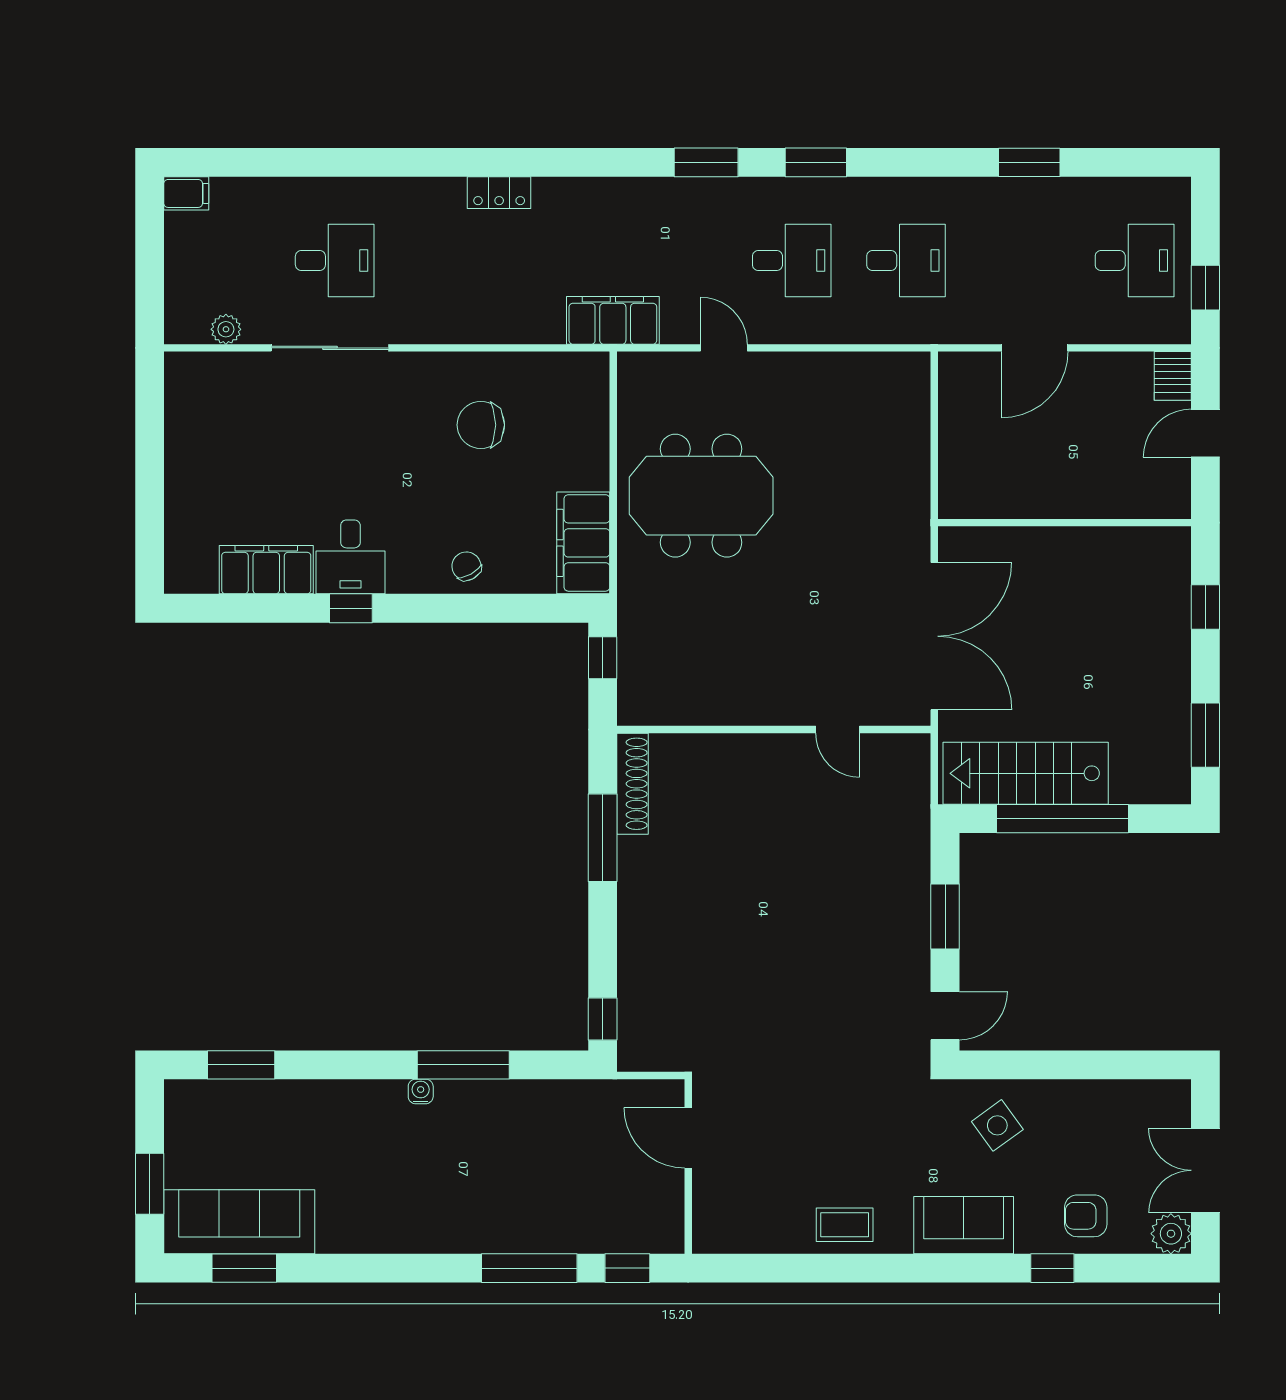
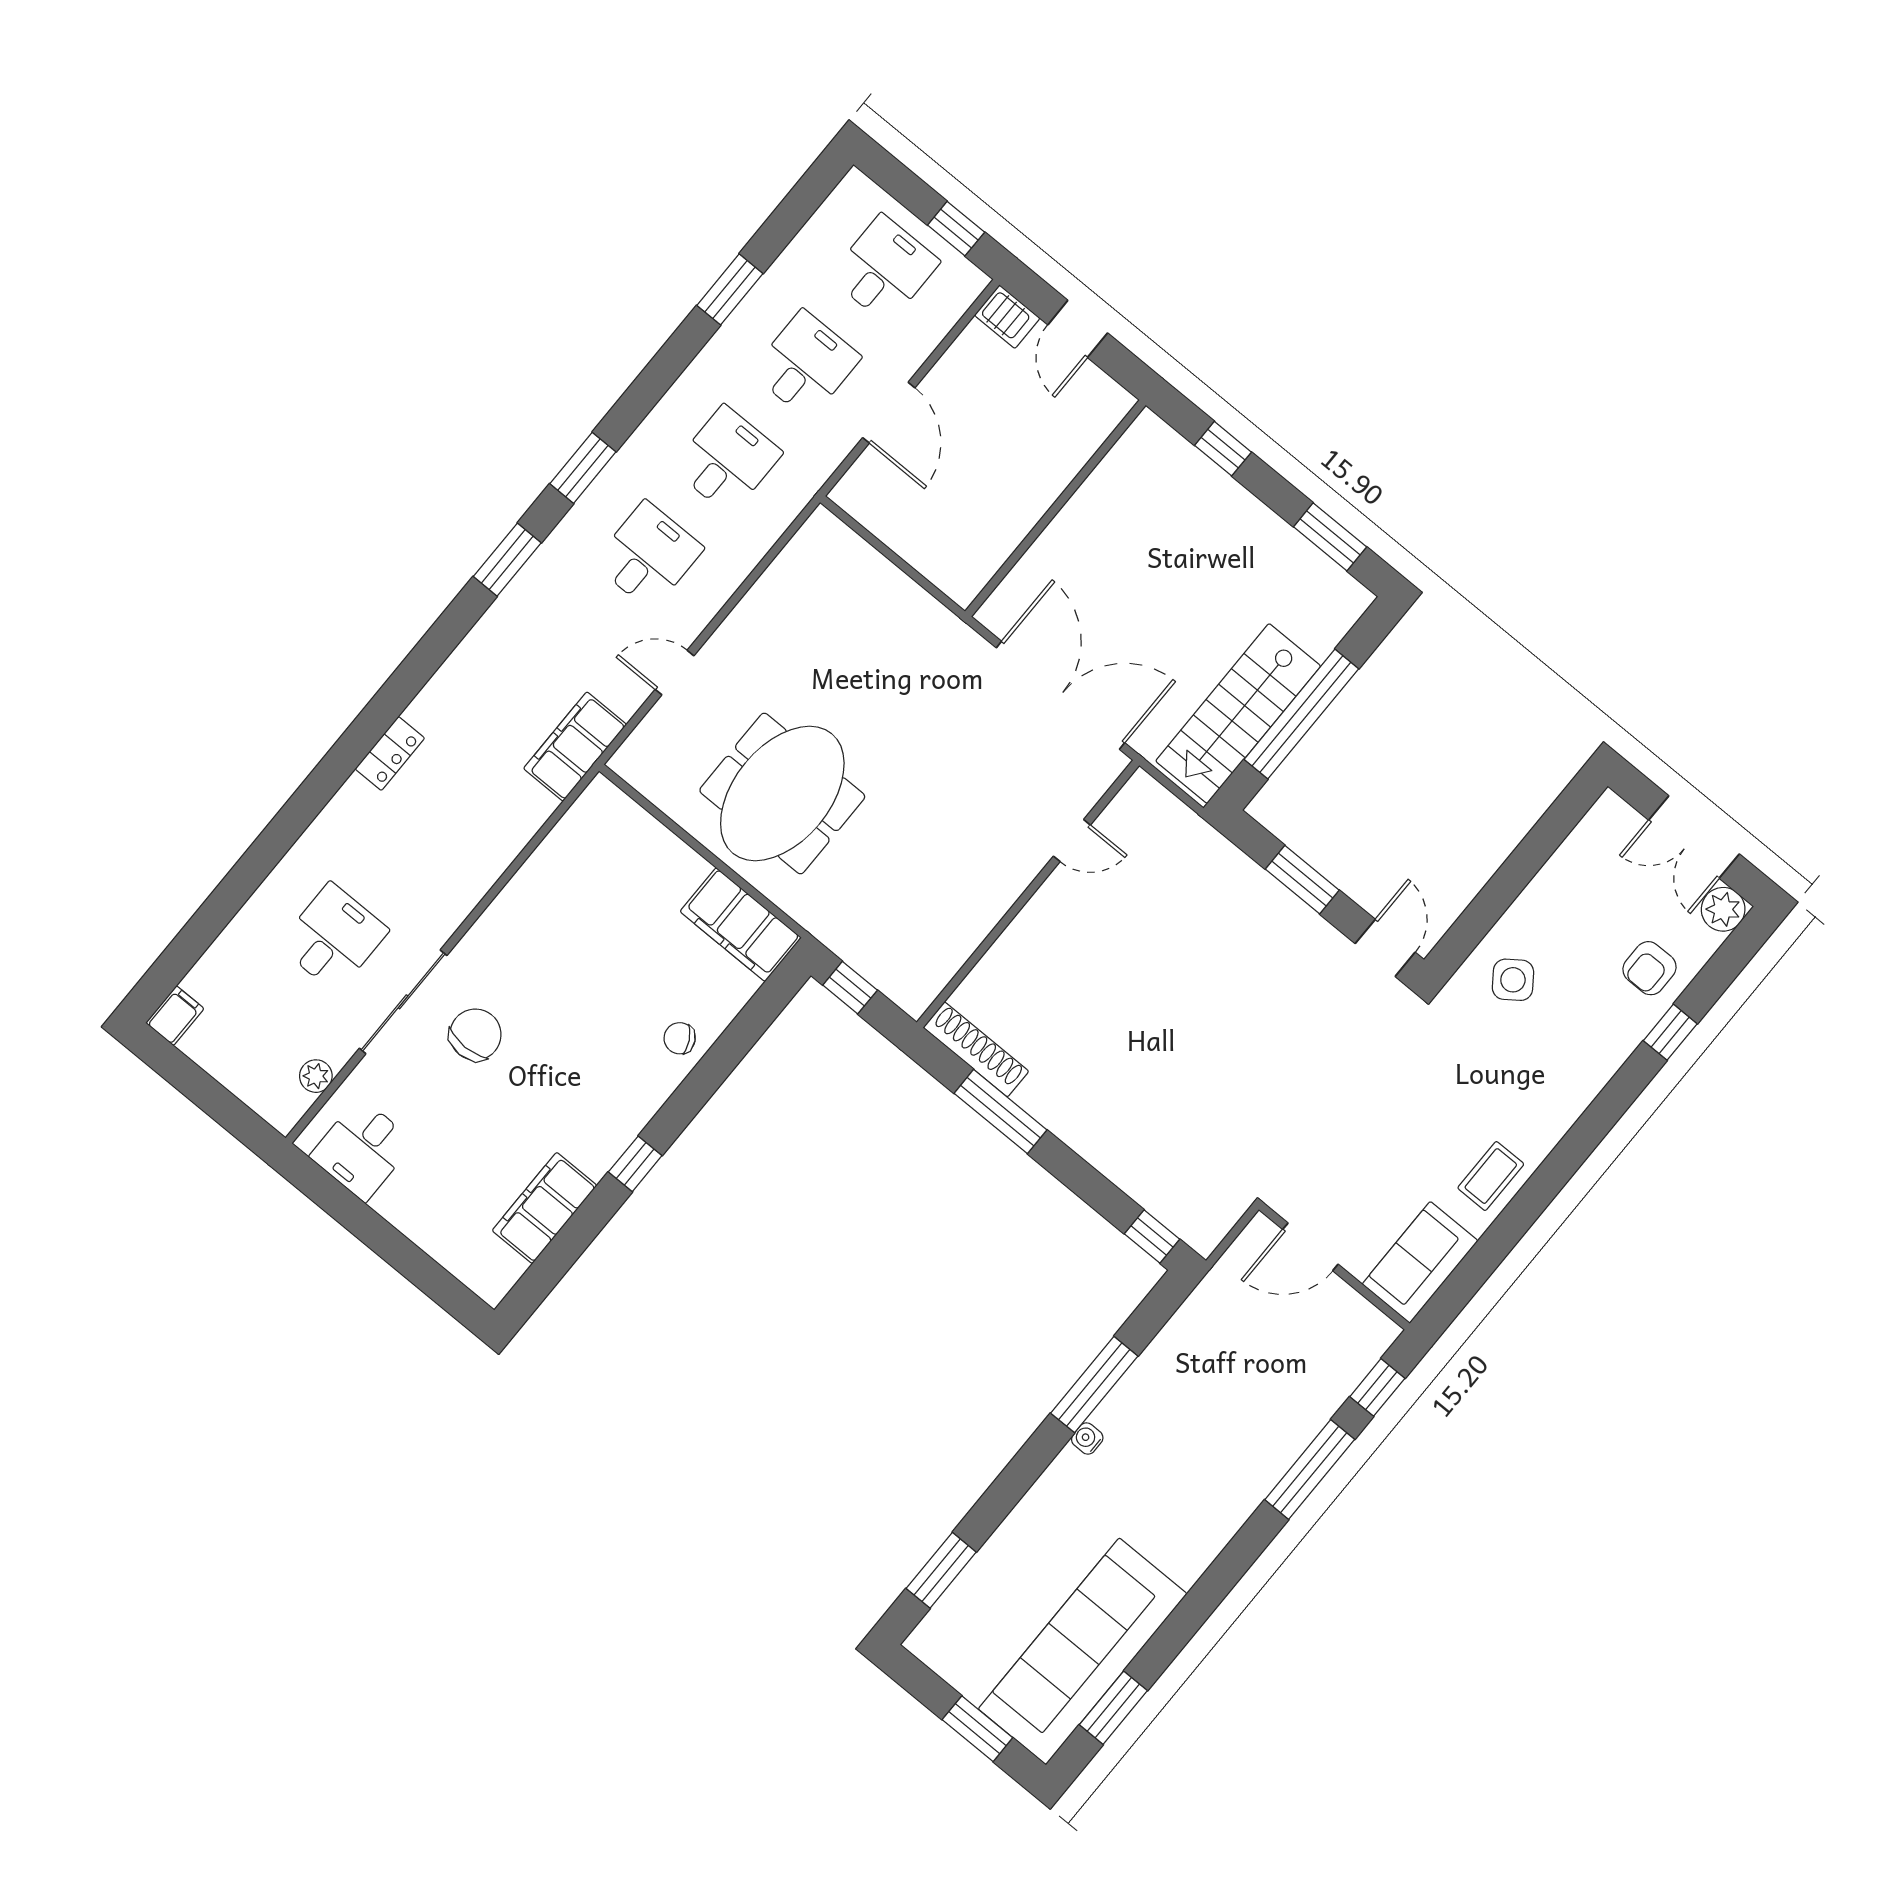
desk: (1020, 260) -> (806, 365), added
chair: (481, 425) -> (475, 1035), moved, turned 180
desk: (350, 557) -> (362, 1149), moved, turned 90
sofa: (239, 1222) -> (1083, 1651), width x1.36, depth x1.27
sofa: (964, 1225) -> (1420, 1262), moved

